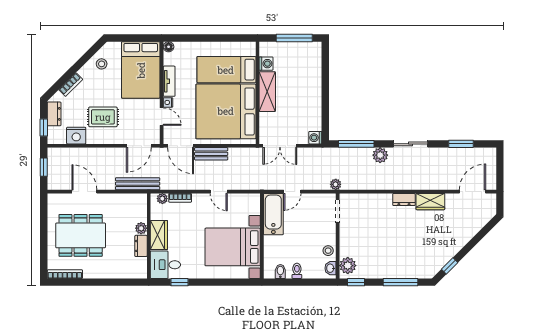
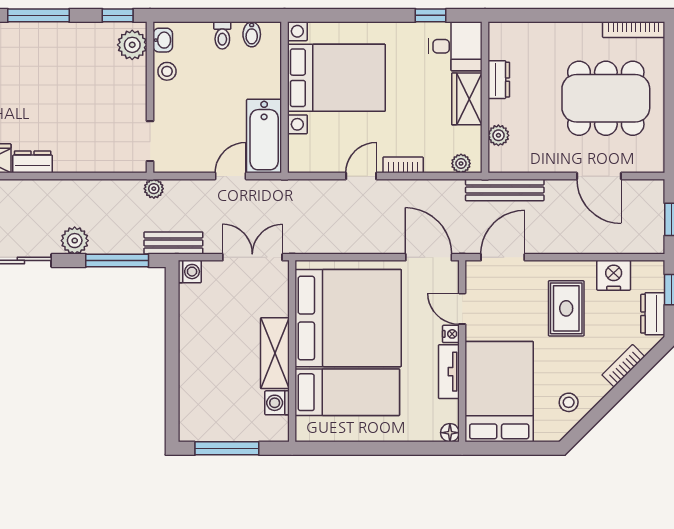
rug: (103, 117) -> (566, 308), turned 90
bench: (211, 154) -> (173, 243), moved
door: (219, 192) -> (361, 176), hinge flipped
bookcase: (180, 198) -> (403, 165), moved
plant: (141, 228) -> (498, 135), moved

